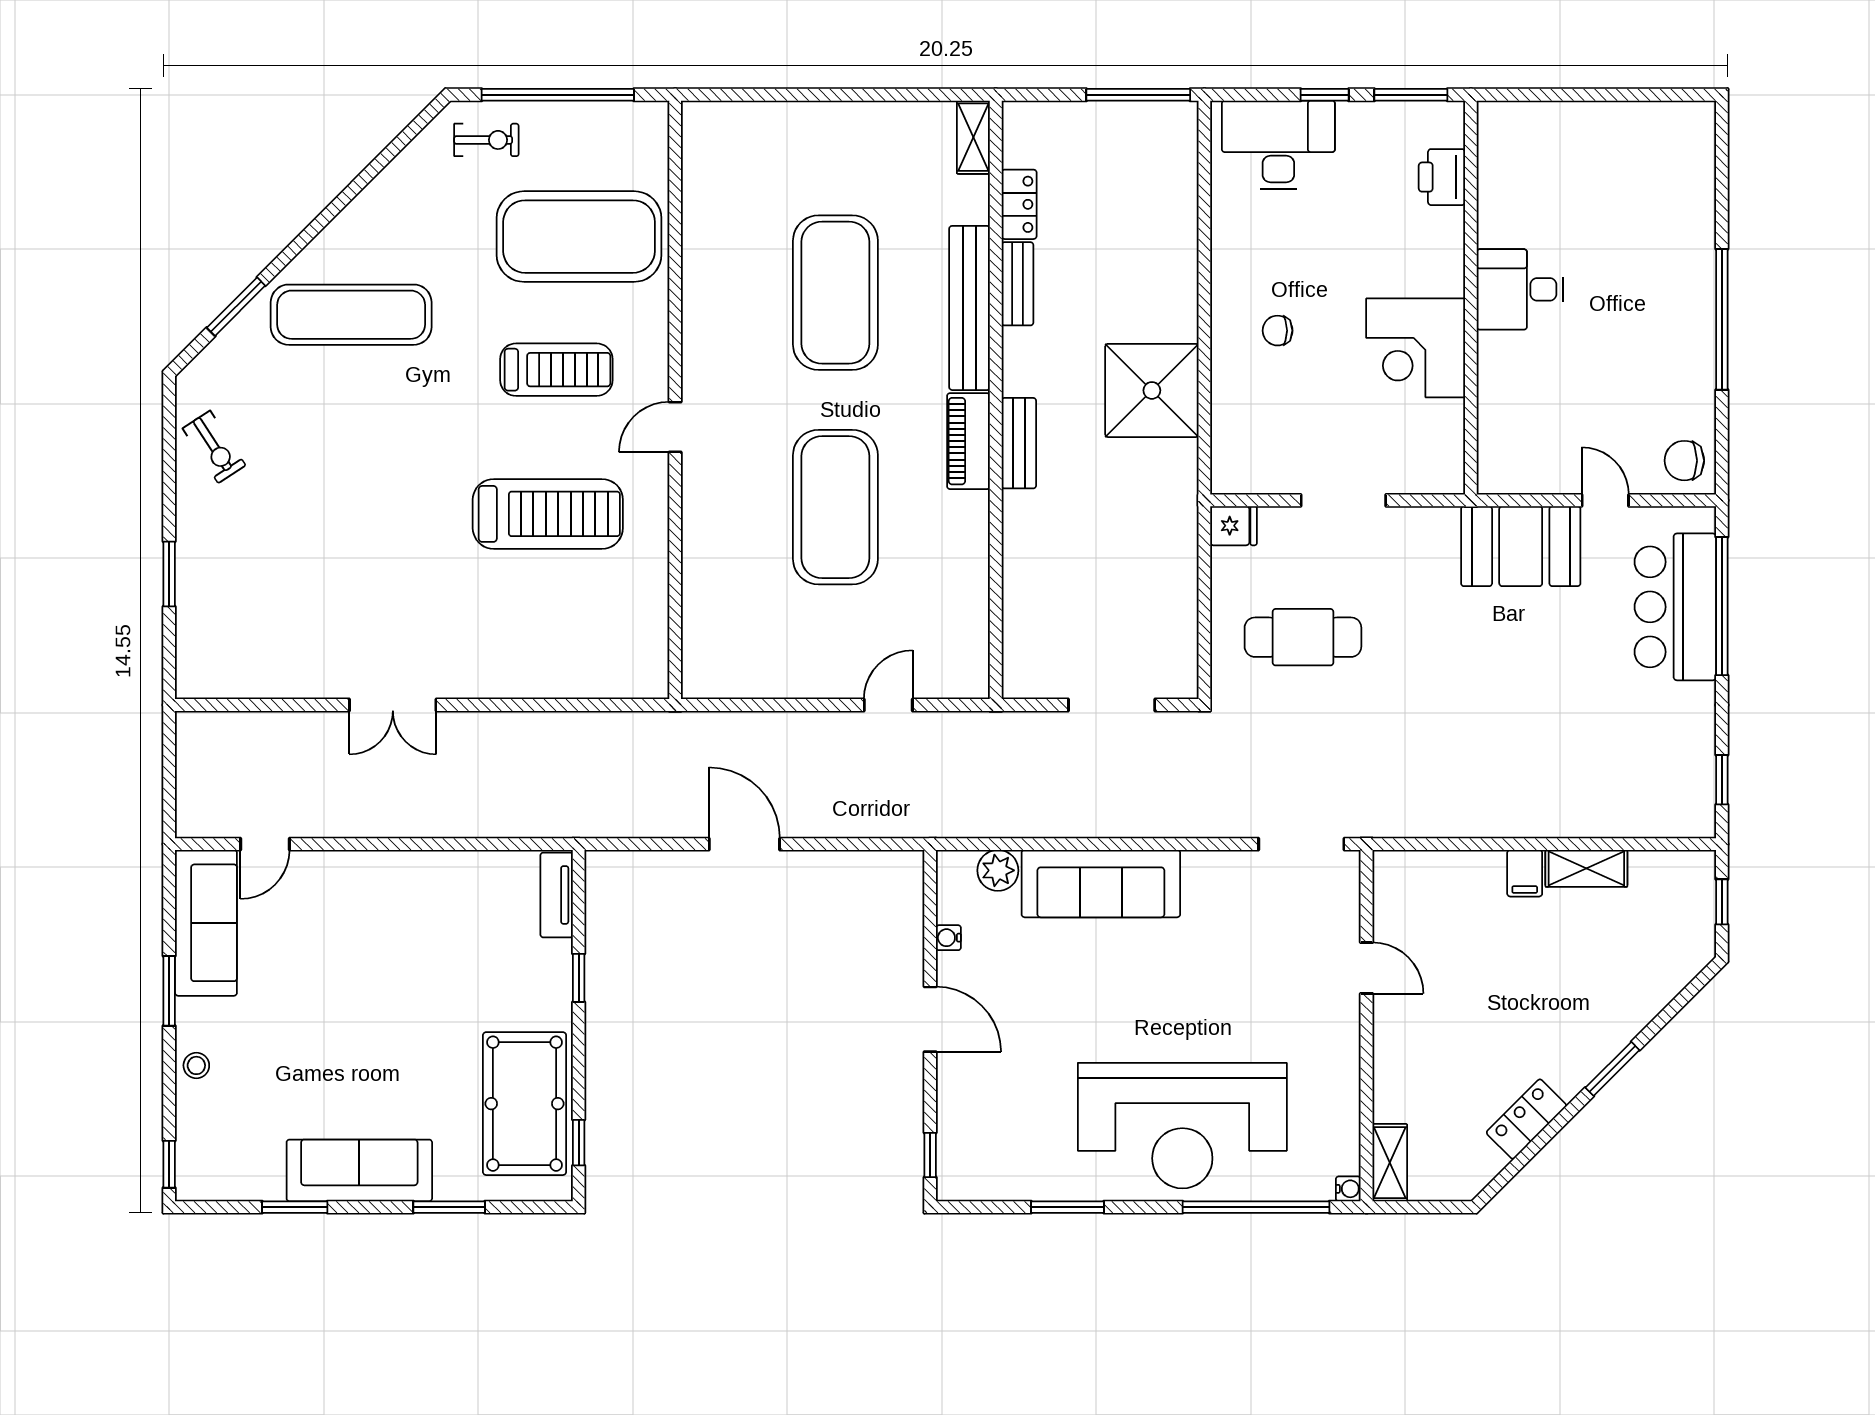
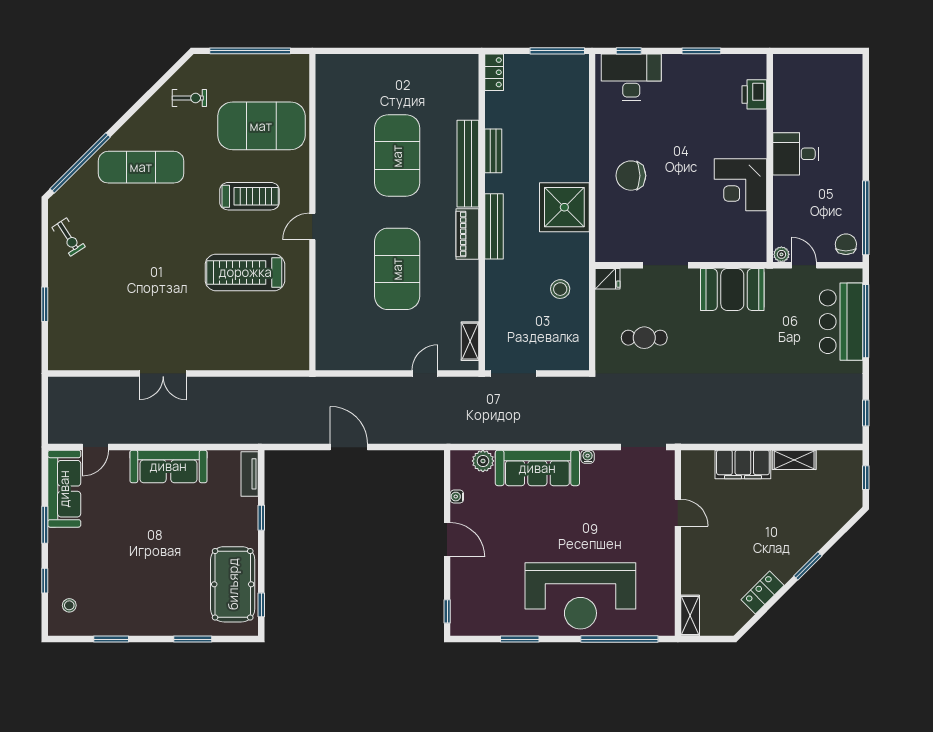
window: (1325, 95) -> (629, 51), moved
shelving: (973, 137) -> (470, 341), moved
exercise bike: (486, 140) -> (189, 98), moved
printer: (1442, 177) -> (754, 94), moved
locker: (1019, 204) -> (494, 72), moved
desk: (1520, 289) -> (796, 154), moved
wall: (1471, 298) -> (770, 158), moved
window: (236, 307) -> (80, 163), width x2.11
window: (1722, 319) -> (866, 218), moved
chair: (1278, 331) -> (631, 176), width x1.87, depth x1.87
corner desk: (1416, 348) -> (741, 185), moved
bench: (1019, 443) -> (494, 226), width x1.36
chair: (1684, 461) -> (846, 244), turned 90
plant: (1562, 480) -> (781, 254), added
treadmill: (548, 514) -> (245, 272), turned 180
stool: (1144, 545) -> (560, 289), added
booth: (1521, 546) -> (732, 290), moved
cafe table: (1303, 637) -> (644, 338), width x0.73, depth x0.74
doorway: (1112, 705) -> (513, 374), moved
filing cabinet: (1525, 873) -> (743, 465), width x3.00, depth x1.17
stool: (196, 1065) -> (69, 605), moved
window: (169, 1164) -> (45, 581), moved
sofa: (359, 1170) -> (168, 466), moved, turned 180
water cooler: (1348, 1189) -> (588, 457), moved, turned -90

